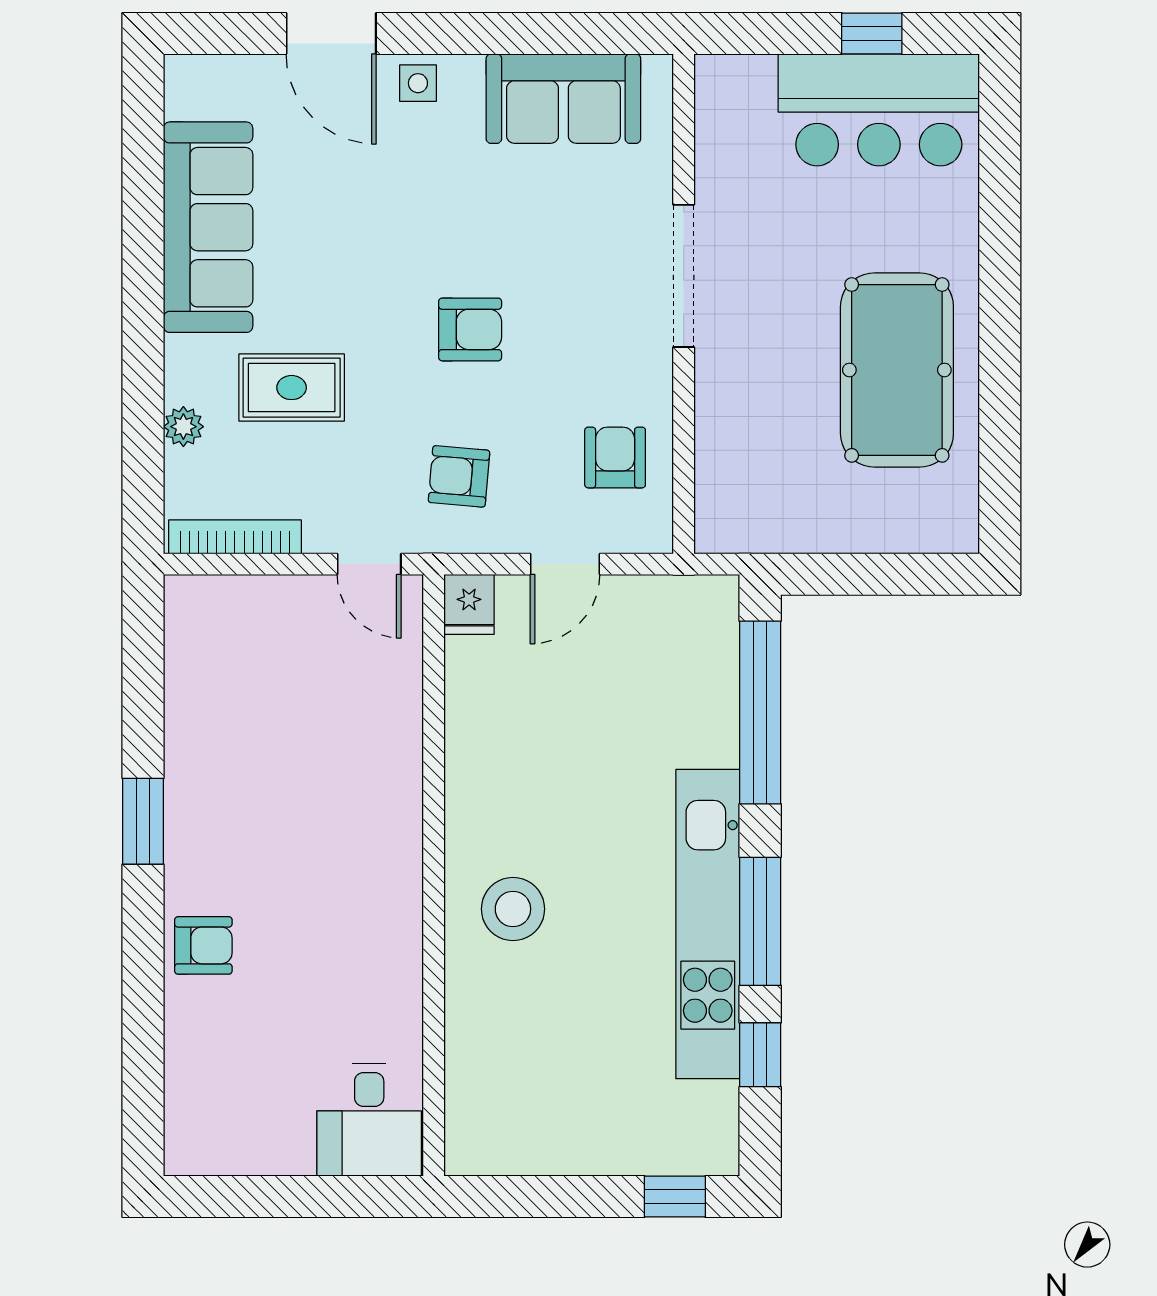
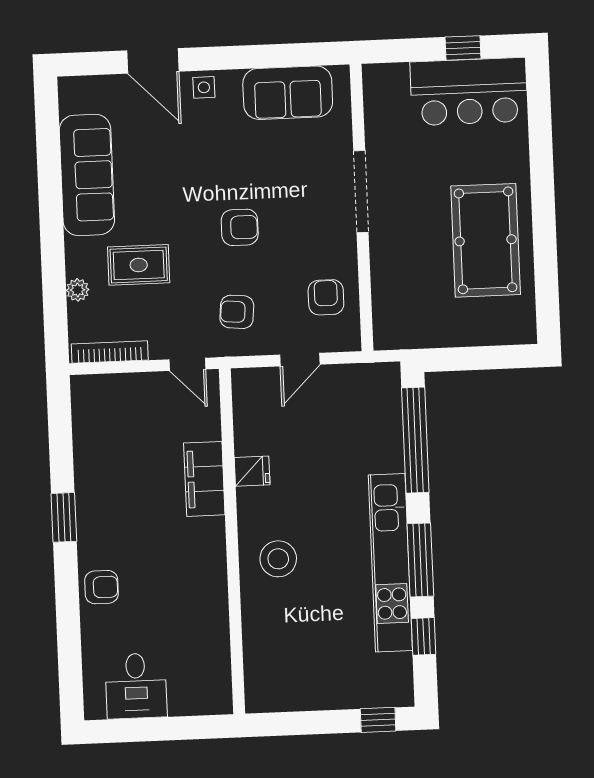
fridge: (469, 604) -> (252, 471), moved, turned -90
filing cabinet: (390, 765) -> (204, 479), added
desk: (369, 1120) -> (136, 686), moved

